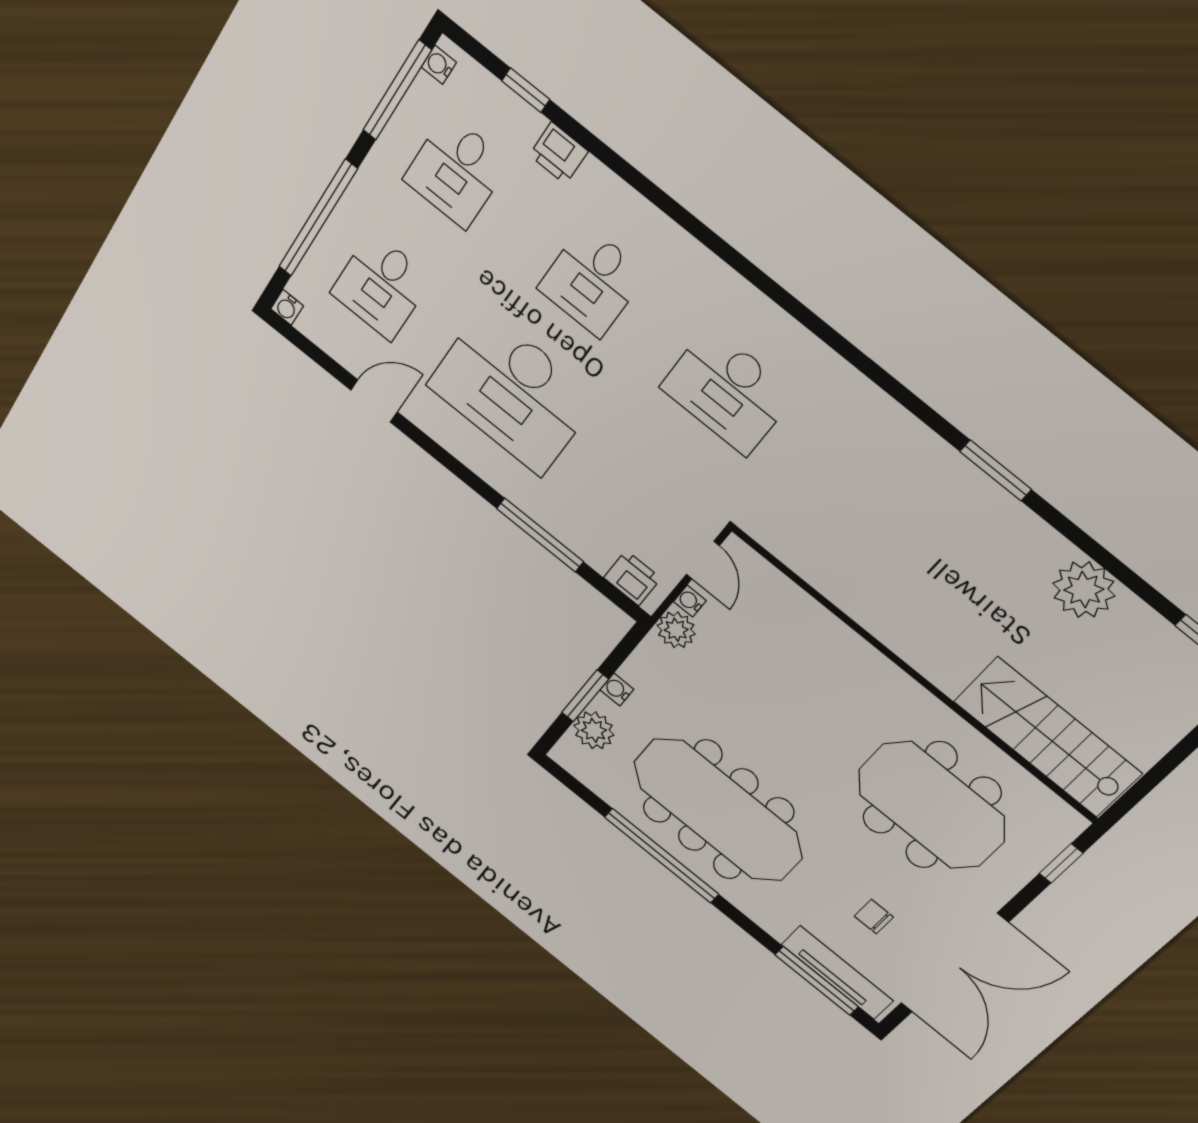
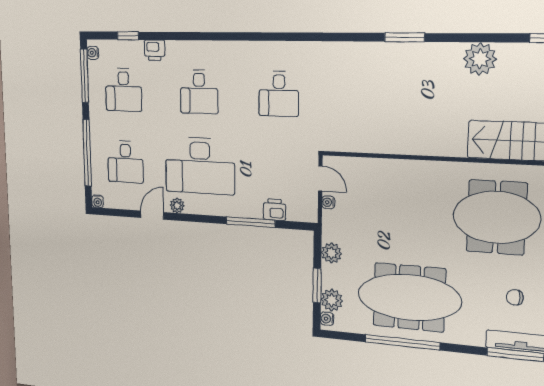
desk: (728, 391) -> (279, 94), width x0.73
plant: (429, 420) -> (177, 206), added
printer: (632, 578) -> (274, 210), moved
plant: (676, 630) -> (331, 253), moved
water cooler: (617, 690) -> (327, 319), moved

